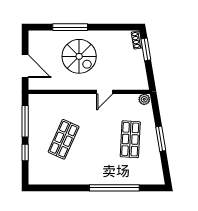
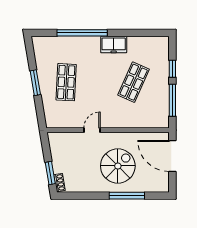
spiral stairs: (79, 56) -> (118, 166), turned 90
door: (25, 66) -> (172, 156), width x1.36
plant: (144, 99) -> (52, 123), removed
freezer: (83, 176) -> (114, 45), added

